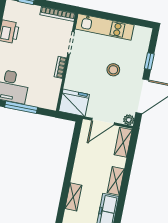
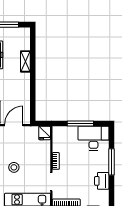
fridge: (74, 103) -> (45, 133), width x0.53, depth x0.75

